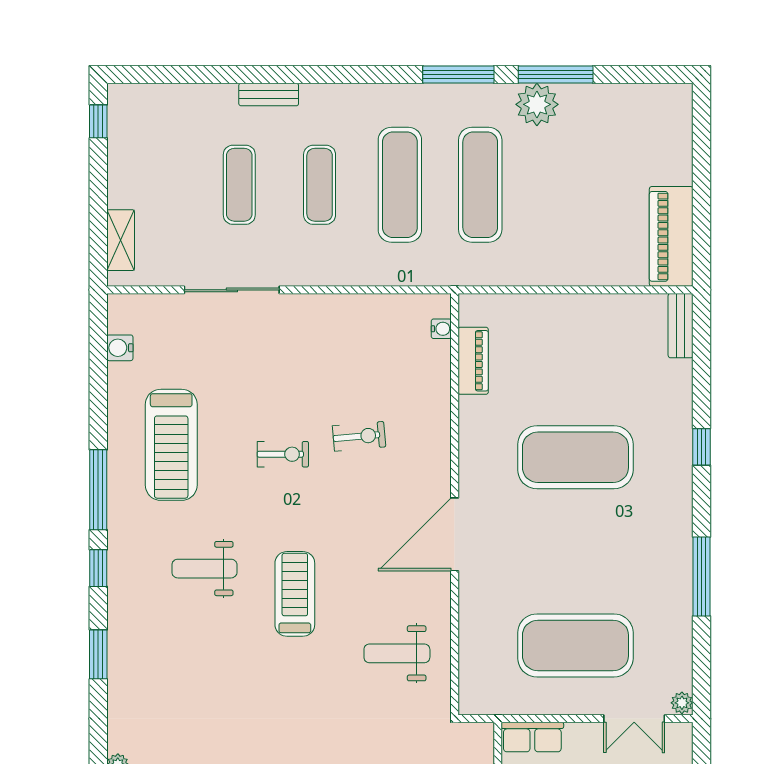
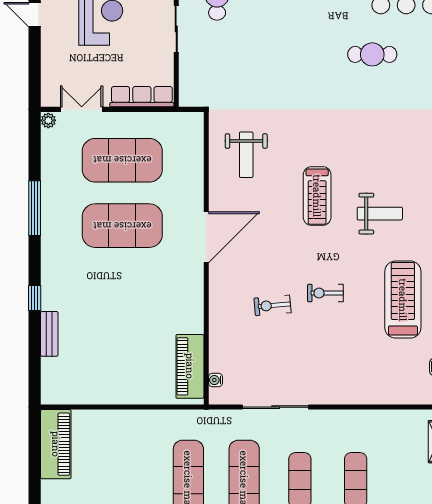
sliding door: (232, 290) -> (276, 407), moved
bench: (681, 326) -> (49, 334), moved
piano: (473, 361) -> (190, 366), width x1.37, depth x1.33
exercise mat: (575, 457) -> (122, 226), moved
weight bench: (397, 653) -> (246, 155), turned 90
row of seats: (532, 737) -> (142, 97), width x1.48

